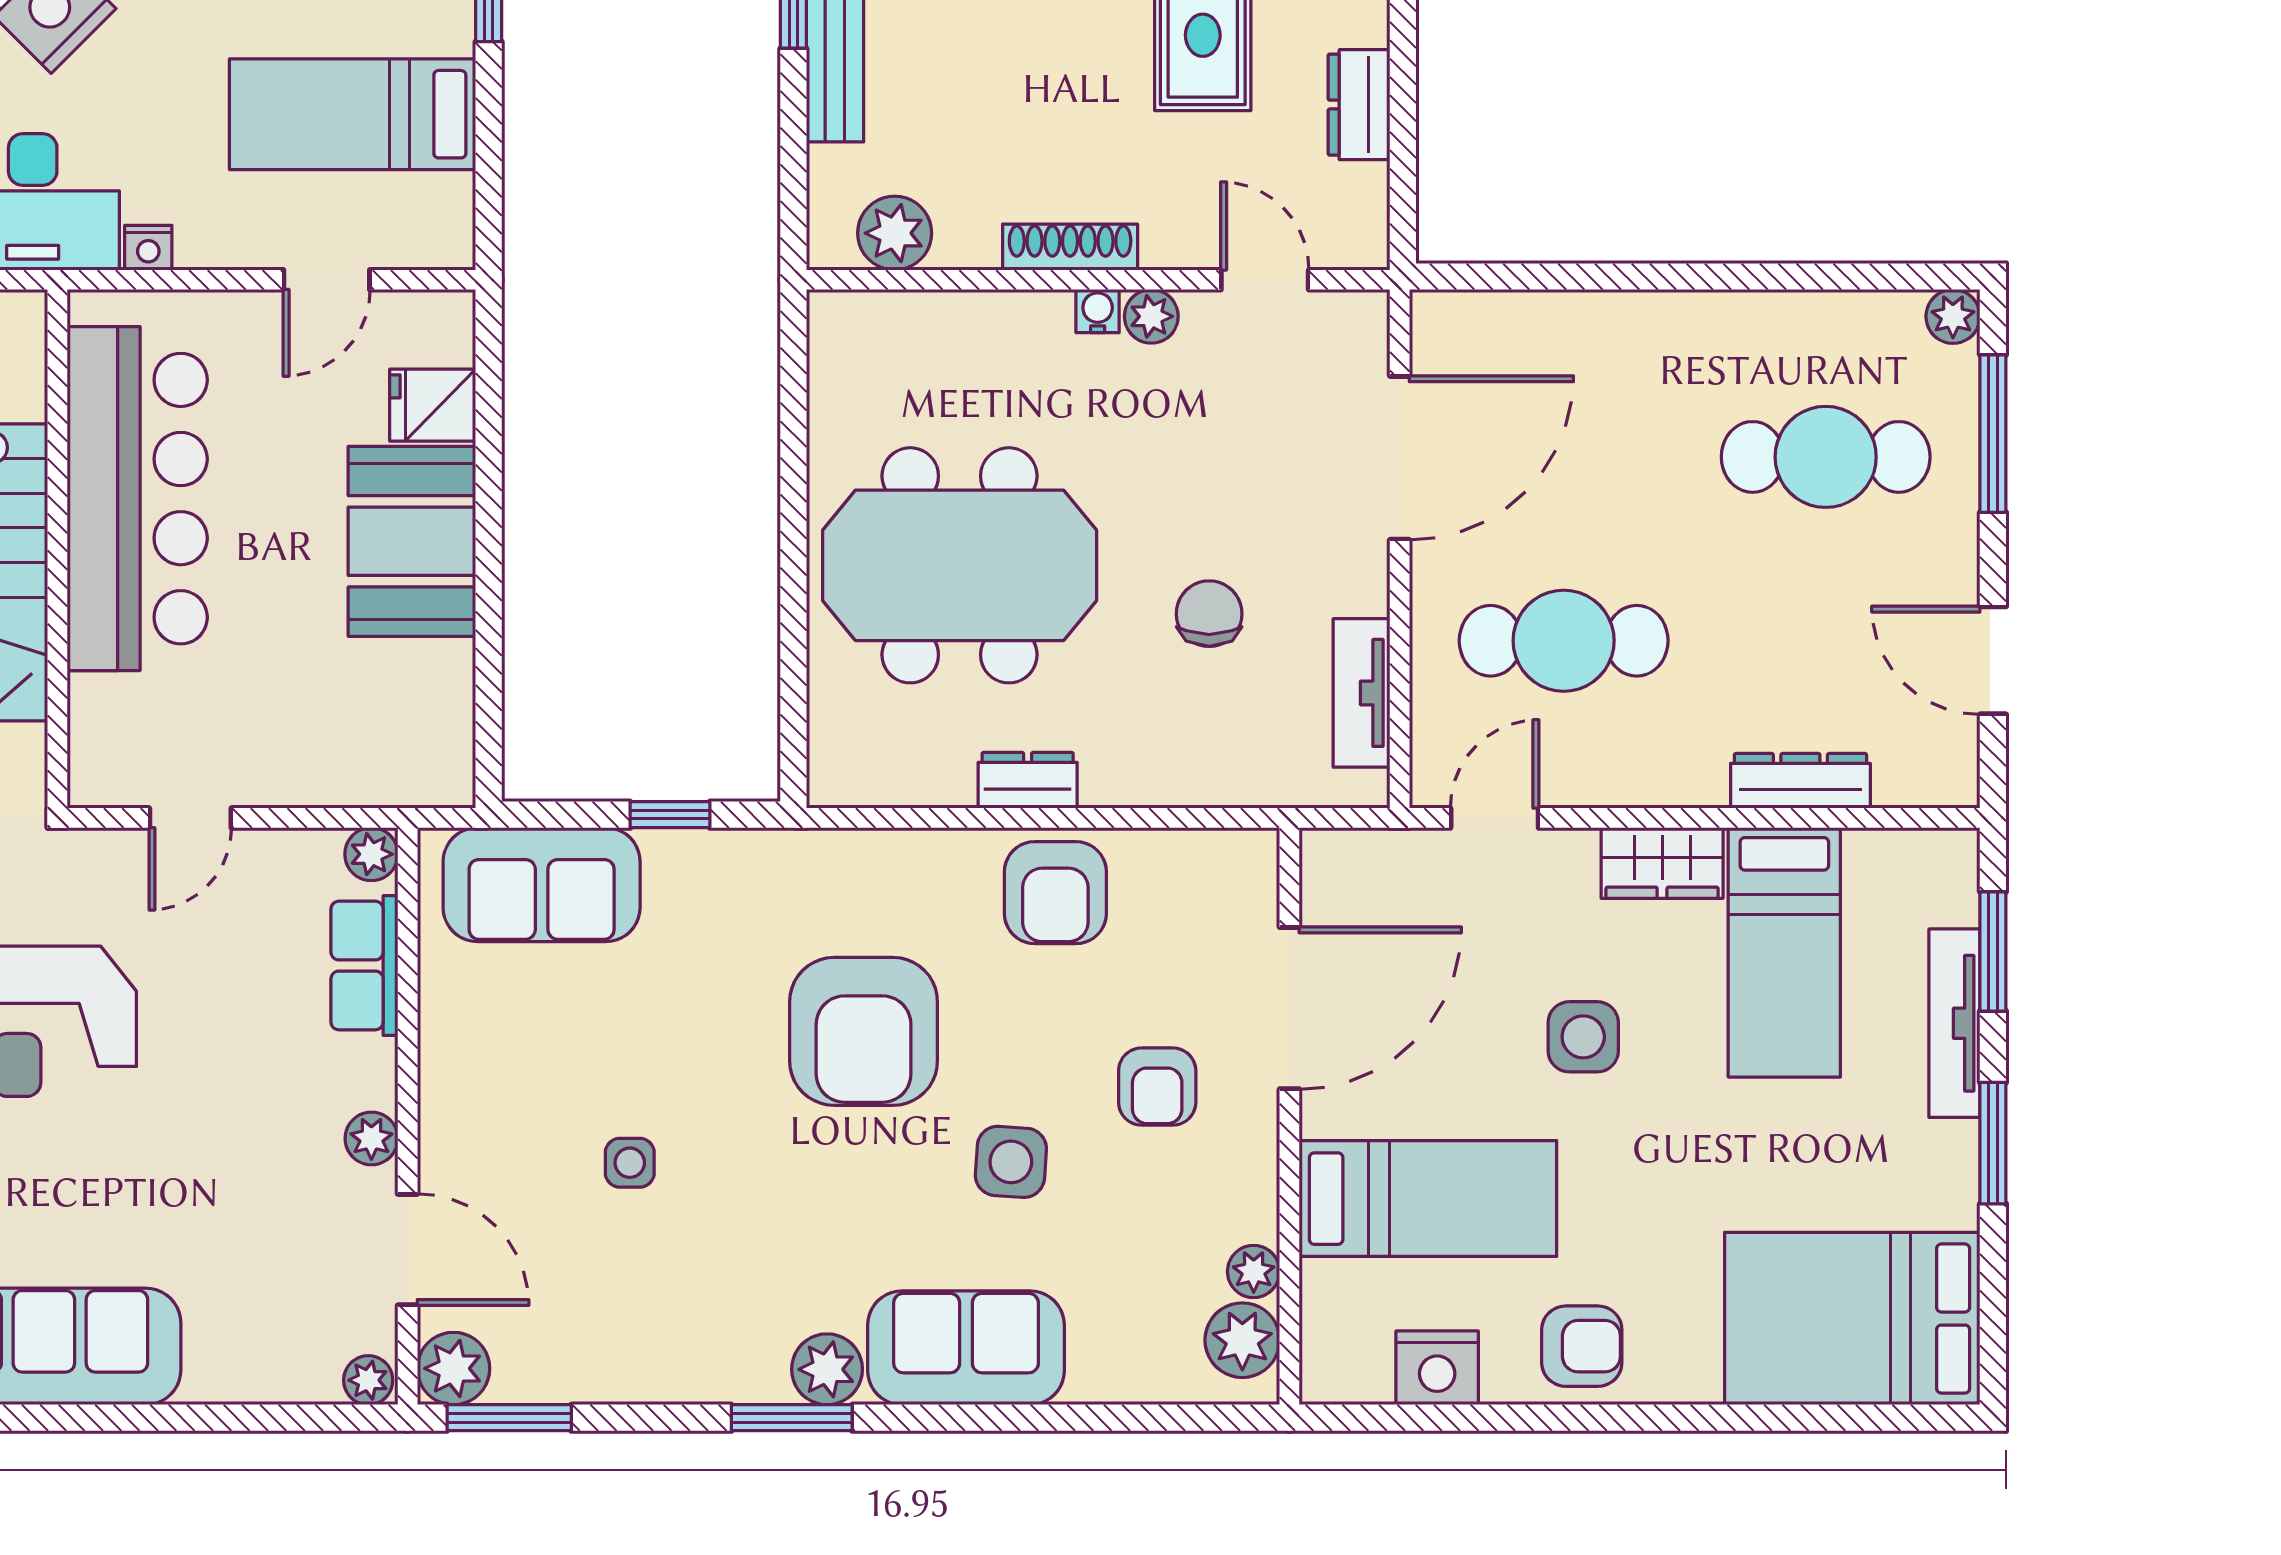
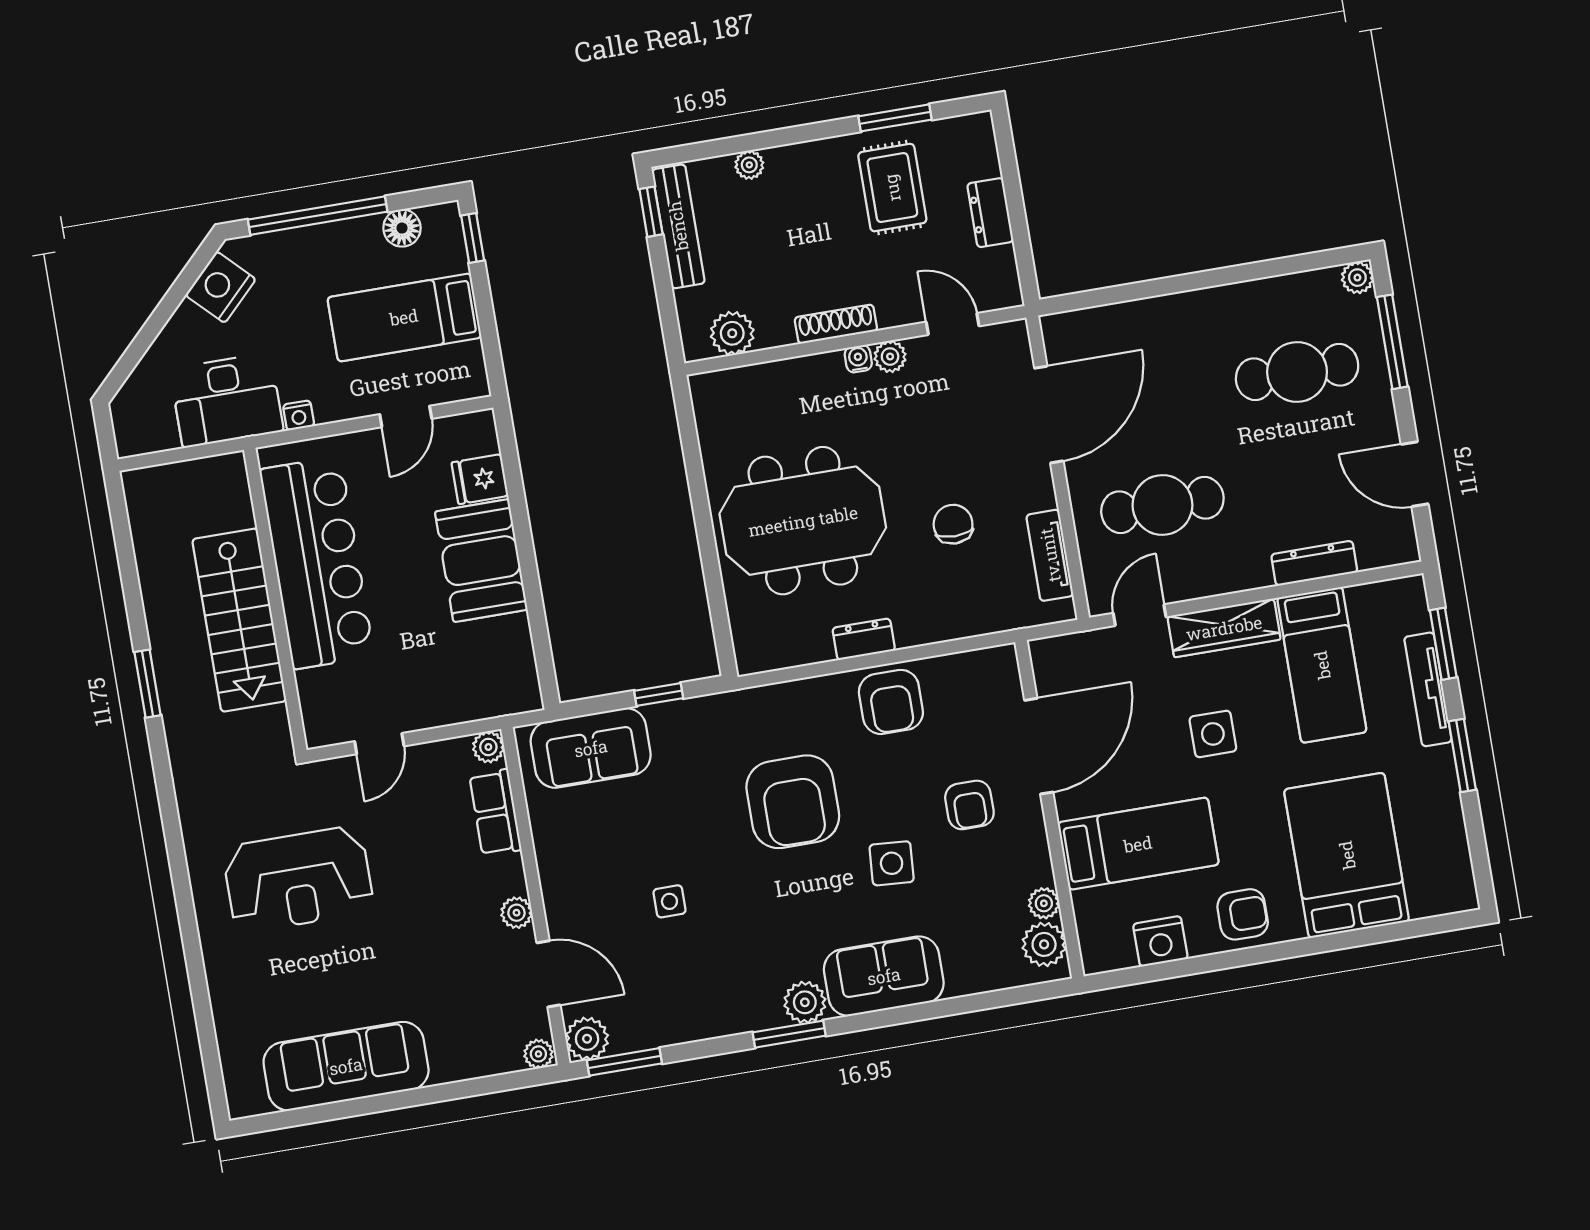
wardrobe: (1662, 863) -> (1224, 628), width x1.50
bed: (1852, 1319) -> (1347, 855), moved, turned 90

